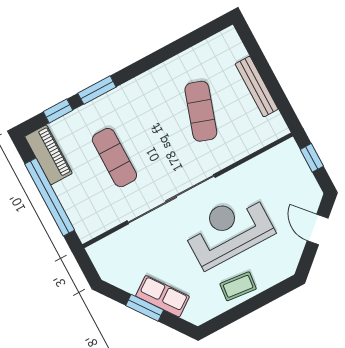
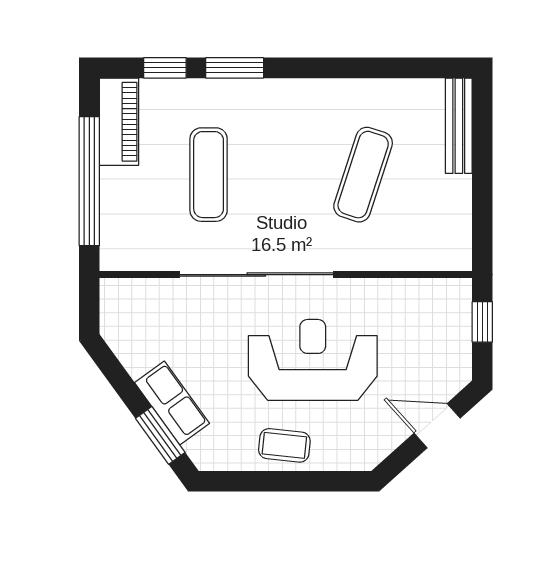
bench: (257, 87) -> (459, 126), moved
door: (318, 229) -> (437, 426), hinge flipped
window: (145, 308) -> (160, 435), moved

